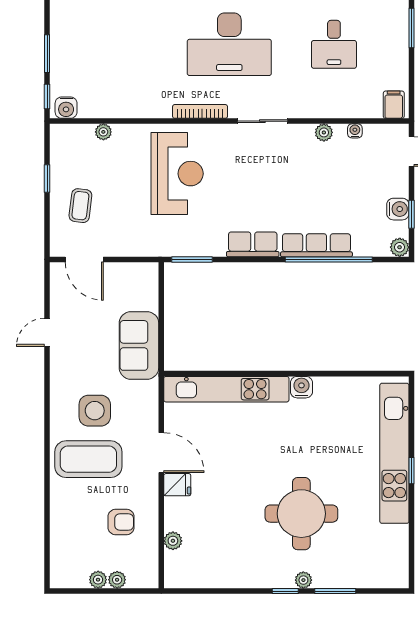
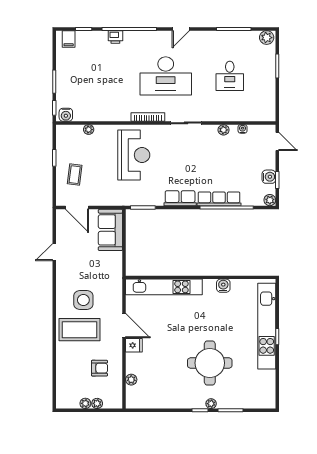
filing cabinet: (394, 105) -> (266, 113), removed
sofa: (139, 345) -> (110, 230), moved
water cooler: (301, 387) -> (223, 286), moved

